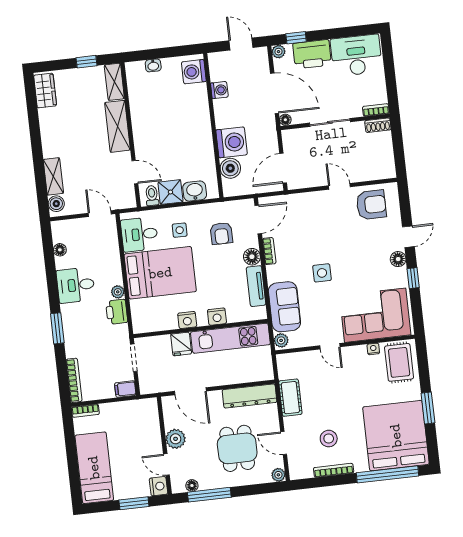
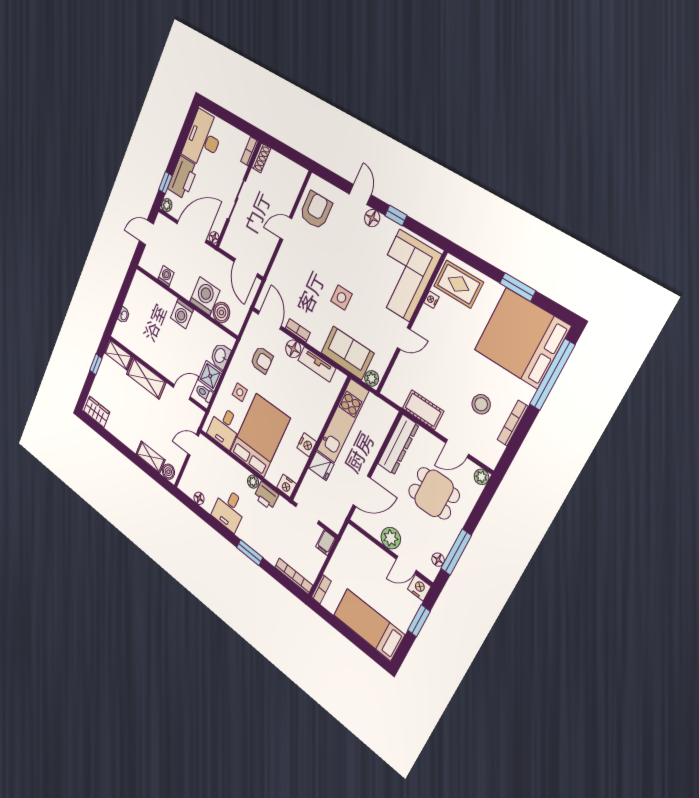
washing machine: (194, 72) -> (182, 314), moved
nightstand: (217, 317) -> (287, 486), moved, turned 90

